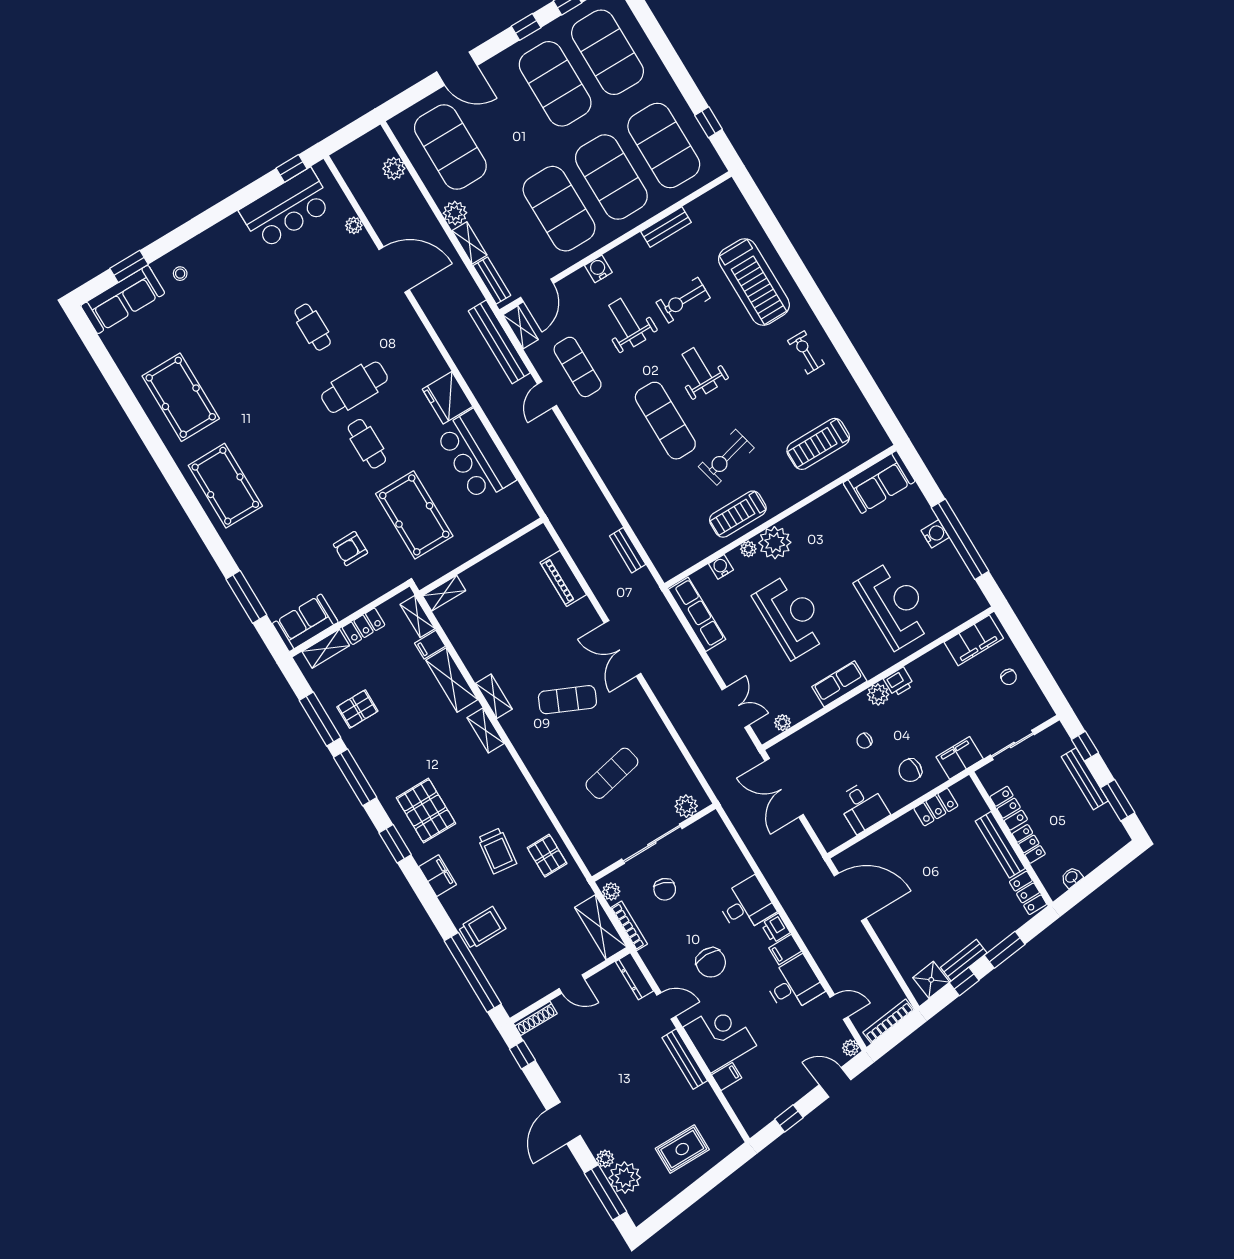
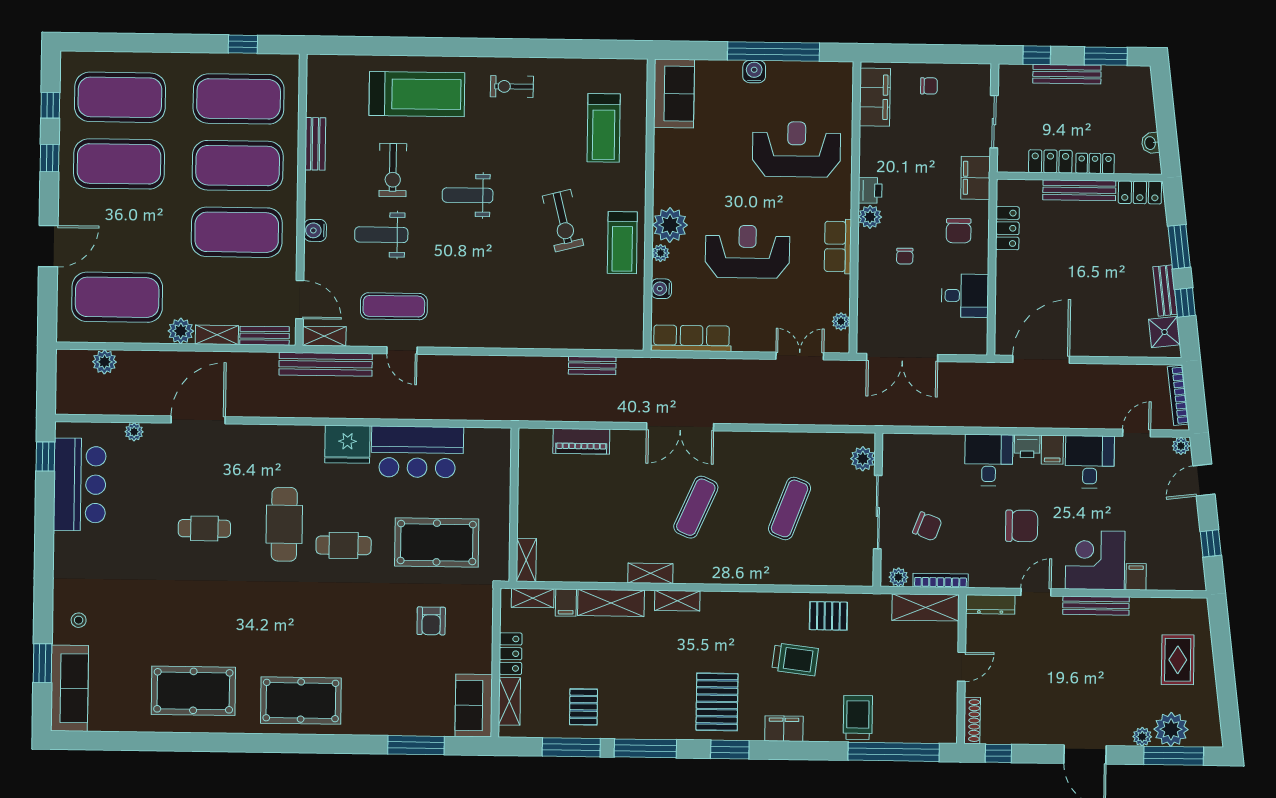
exercise mat: (665, 421) -> (494, 256), removed
exercise mat: (612, 773) -> (790, 508), turned 33
pallet: (426, 811) -> (717, 702), turned 90

